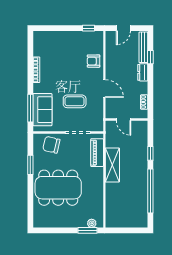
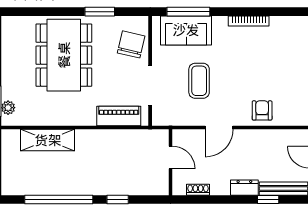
door: (124, 120) -> (171, 157), swing flipped
shelving: (112, 165) -> (48, 140), moved

